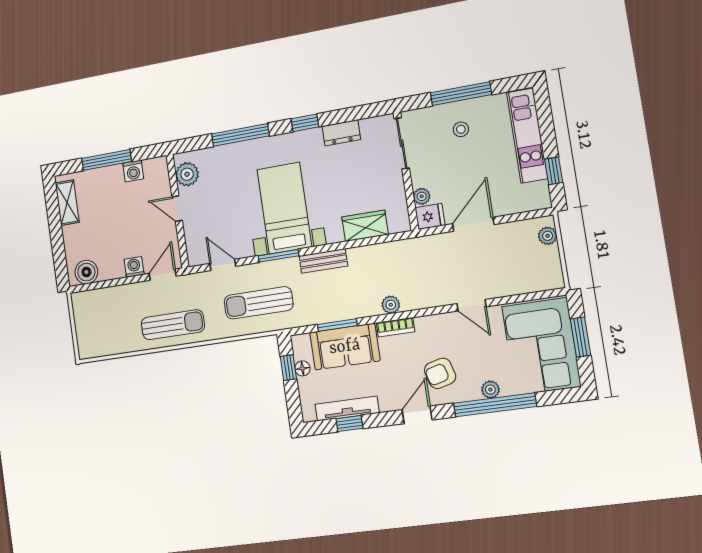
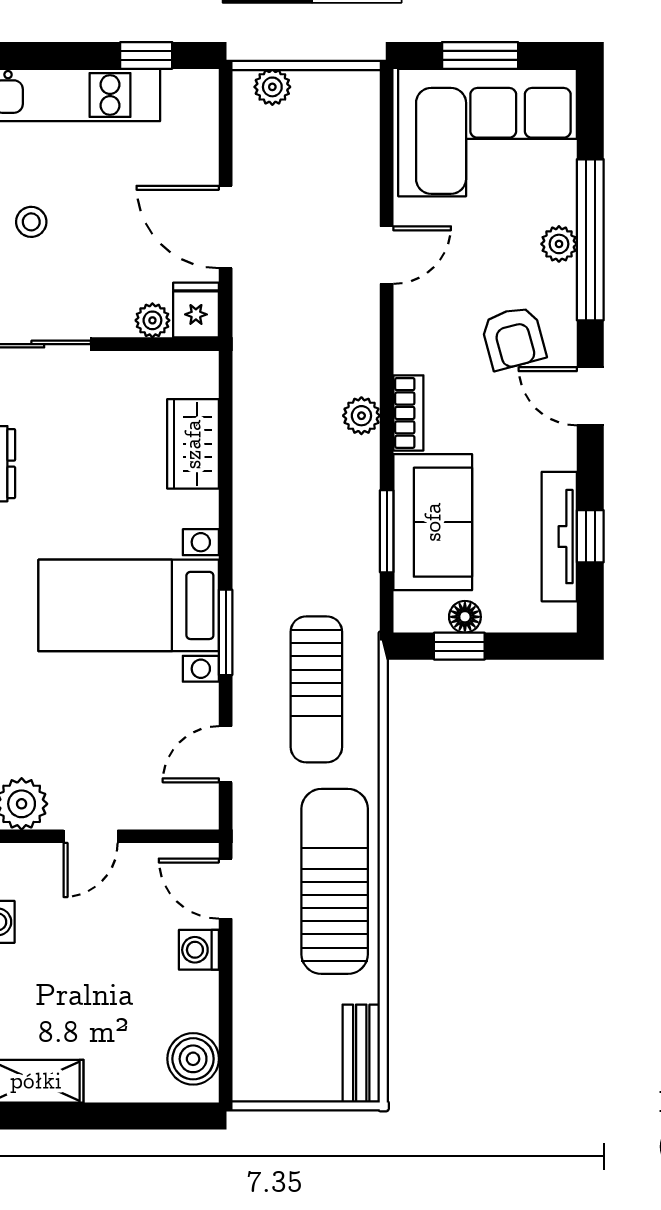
bench: (323, 261) -> (361, 1054), moved
sun lounger: (173, 325) -> (335, 881), width x1.36, depth x1.34

